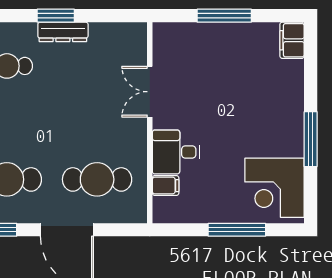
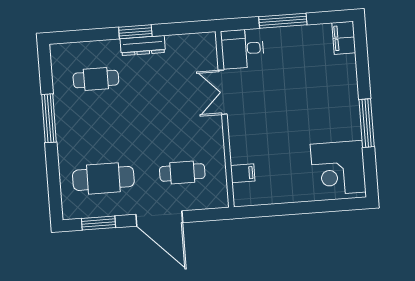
desk: (176, 152) -> (242, 49), moved
cafe table: (97, 179) -> (182, 172), width x0.73, depth x0.74
window: (237, 230) -> (308, 207), removed

